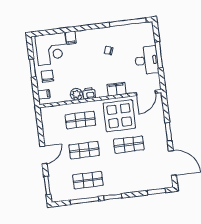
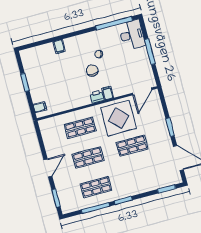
corner desk: (52, 49) -> (41, 61), removed
desk: (147, 60) -> (132, 35), moved
chair: (47, 76) -> (92, 70), moved
filing cabinet: (117, 89) -> (108, 93), width x0.50
printer: (89, 93) -> (97, 97), moved
plant: (76, 94) -> (73, 103), removed

